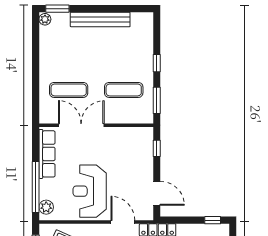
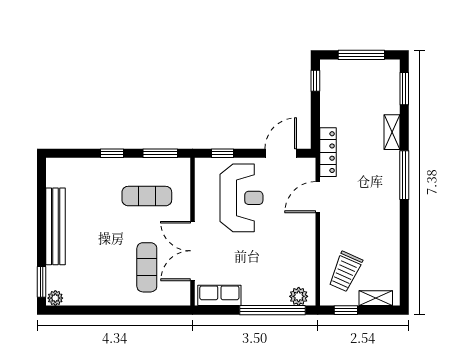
exercise mat: (124, 90) -> (147, 196), turned 90
row of seats: (47, 154) -> (219, 295), width x0.68
reception desk: (90, 191) -> (241, 198), moved, turned -90

